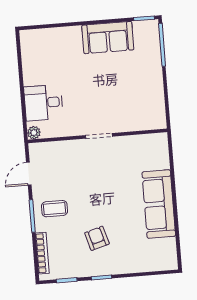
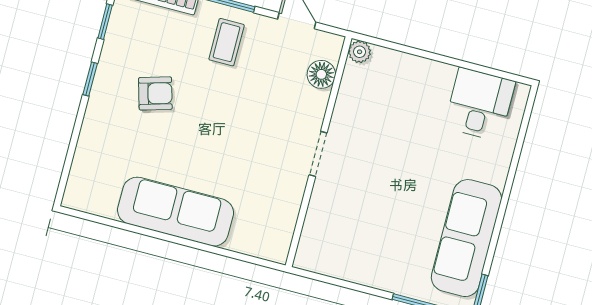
sofa: (108, 38) -> (466, 238), width x1.36
desk: (43, 103) -> (480, 104), moved
floor lamp: (54, 150) -> (321, 74), added

